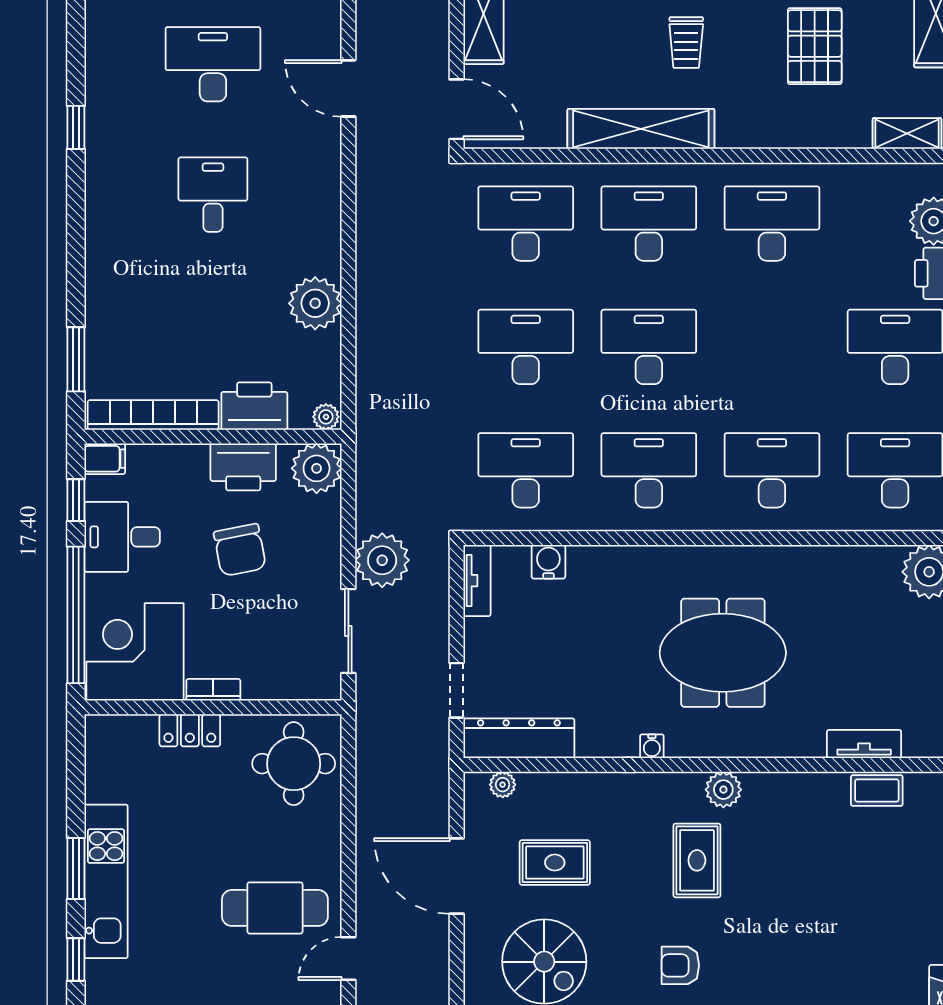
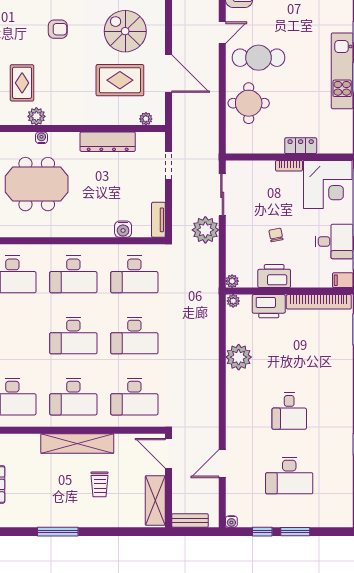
trolley: (686, 42) -> (100, 484), moved, turned 180
door: (348, 88) -> (222, 464), swing flipped
plant: (317, 468) -> (232, 281), width x0.53, depth x0.53
chair: (240, 550) -> (276, 235), width x0.54, depth x0.54
dresser: (519, 738) -> (108, 142), moved
water cooler: (652, 746) -> (41, 138), moved
round table: (294, 764) -> (249, 103), moved
rug: (697, 860) -> (22, 83), moved
rug: (555, 863) -> (120, 80), width x1.36, depth x1.43

